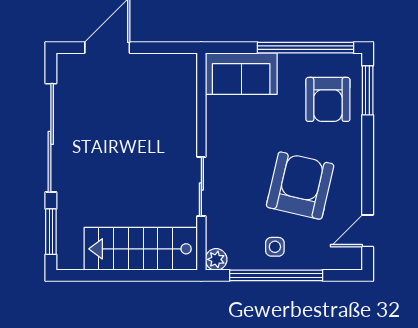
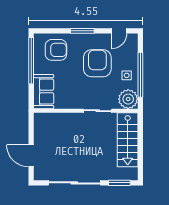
window: (368, 90) -> (82, 31), moved
armchair: (300, 186) -> (97, 63), turned 77
door: (368, 231) -> (119, 31), hinge flipped
plant: (216, 259) -> (128, 99), width x1.87, depth x1.87

